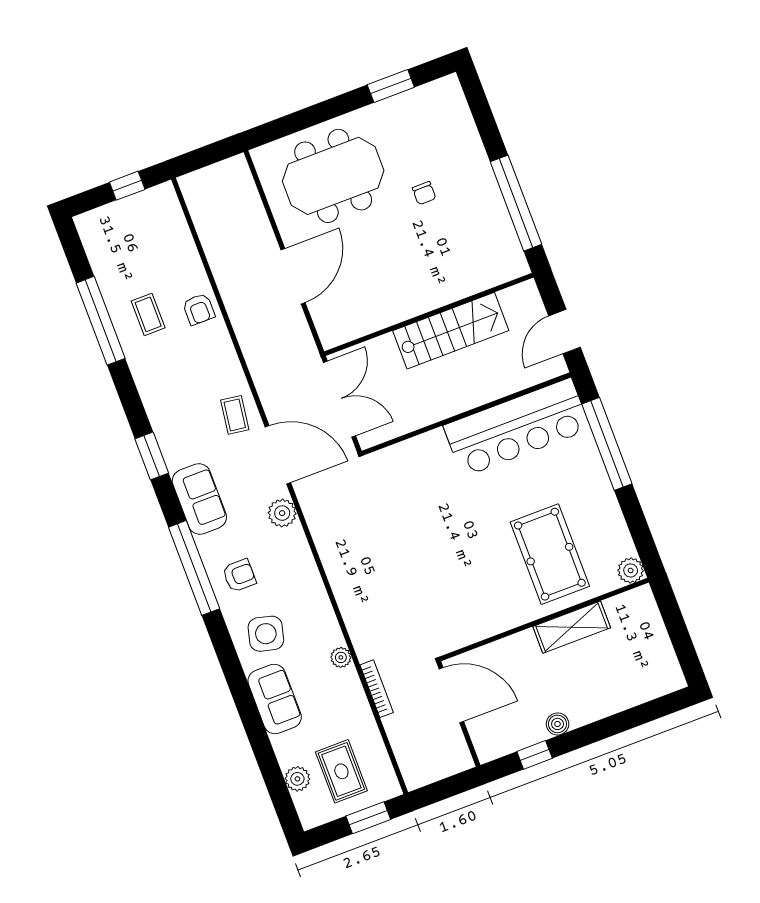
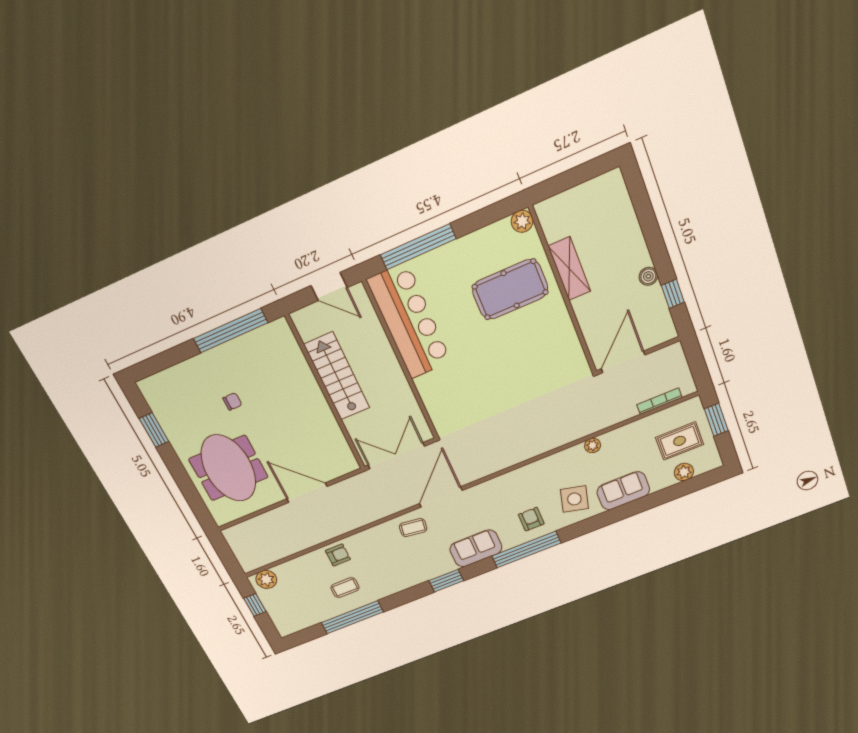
plant: (282, 513) -> (266, 579), moved
bookcase: (377, 689) -> (659, 401), moved

